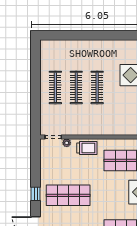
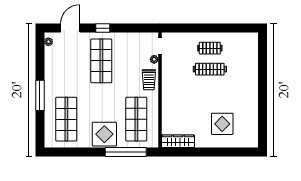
clothes rail: (55, 87) -> (210, 48), width x0.73
clothes rail: (97, 87) -> (210, 90), removed

